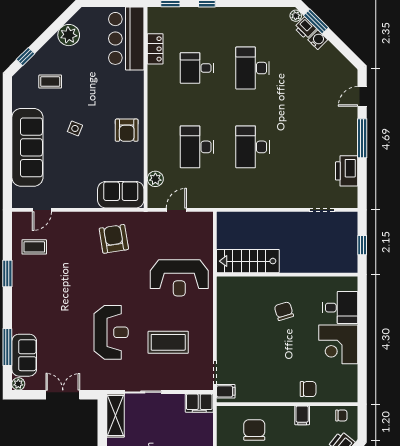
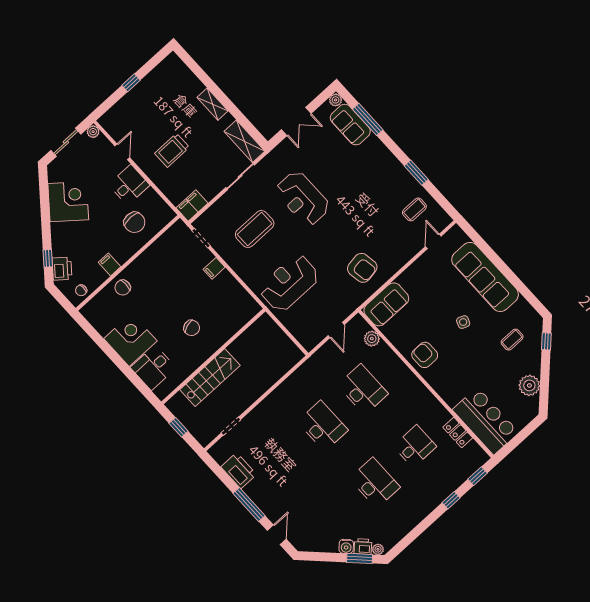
stairs: (248, 261) -> (210, 378), moved
filing cabinet: (226, 391) -> (214, 268), moved

